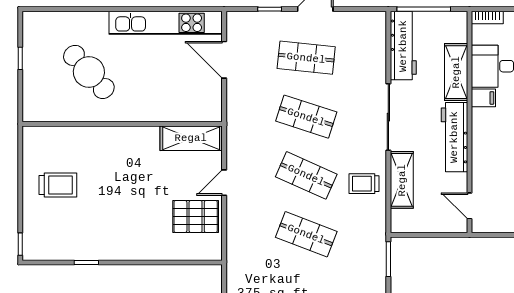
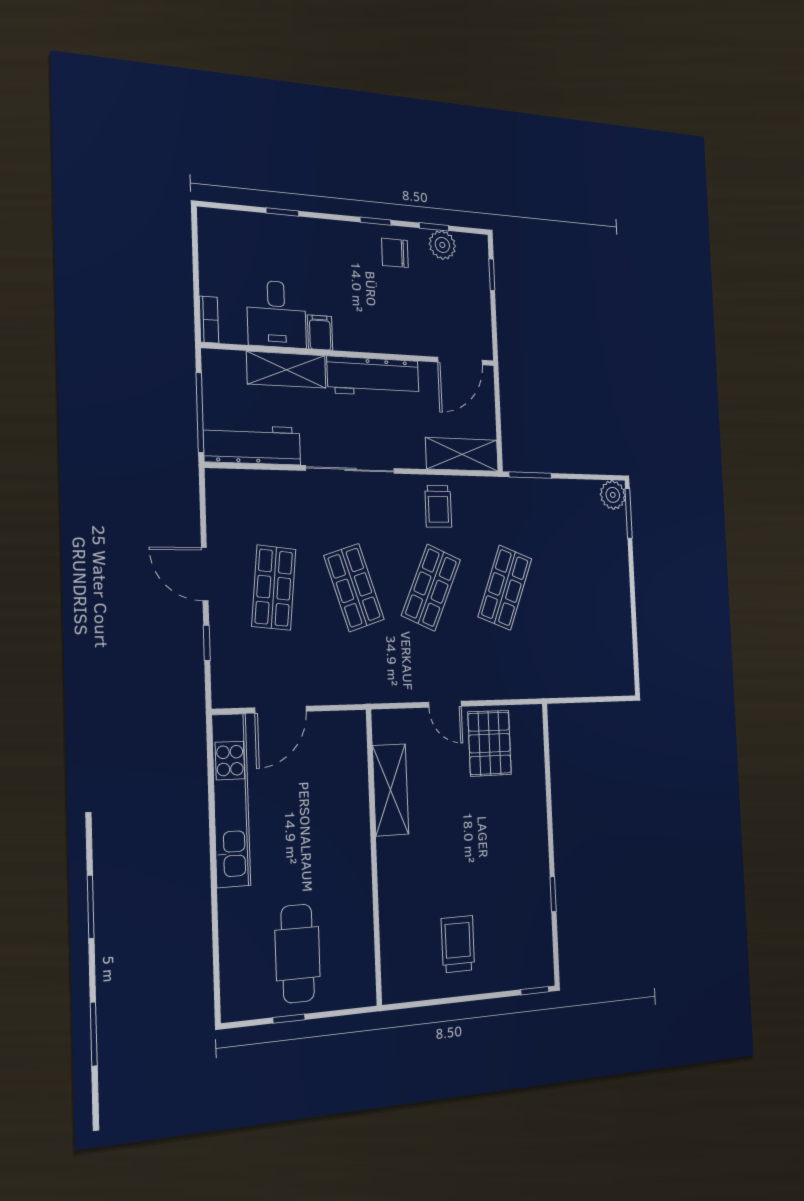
cafe table: (89, 72) -> (298, 954), moved, turned -48
shop shelf: (306, 117) -> (354, 588), turned -36
shelving: (191, 138) -> (391, 790), moved
shelving: (402, 180) -> (462, 454), moved
door: (469, 206) -> (460, 361), width x1.37

